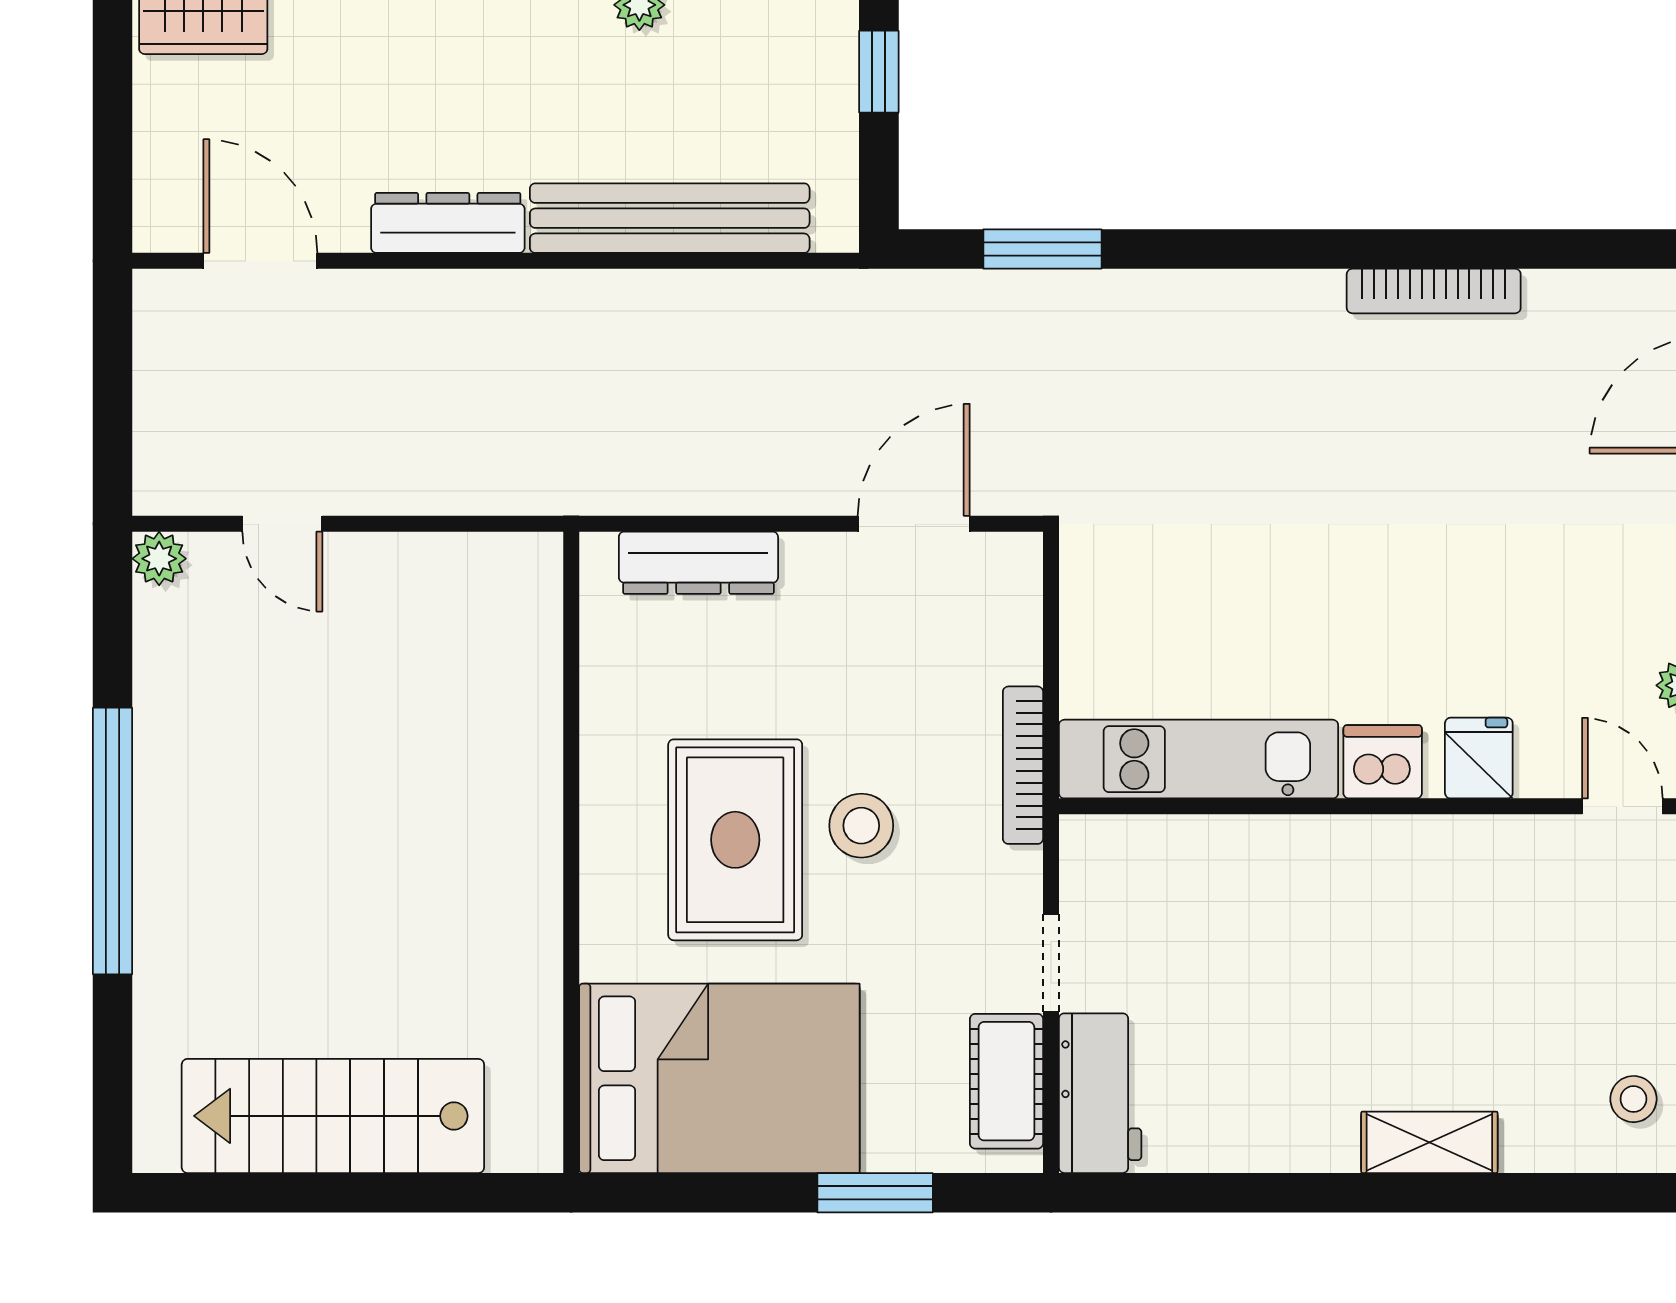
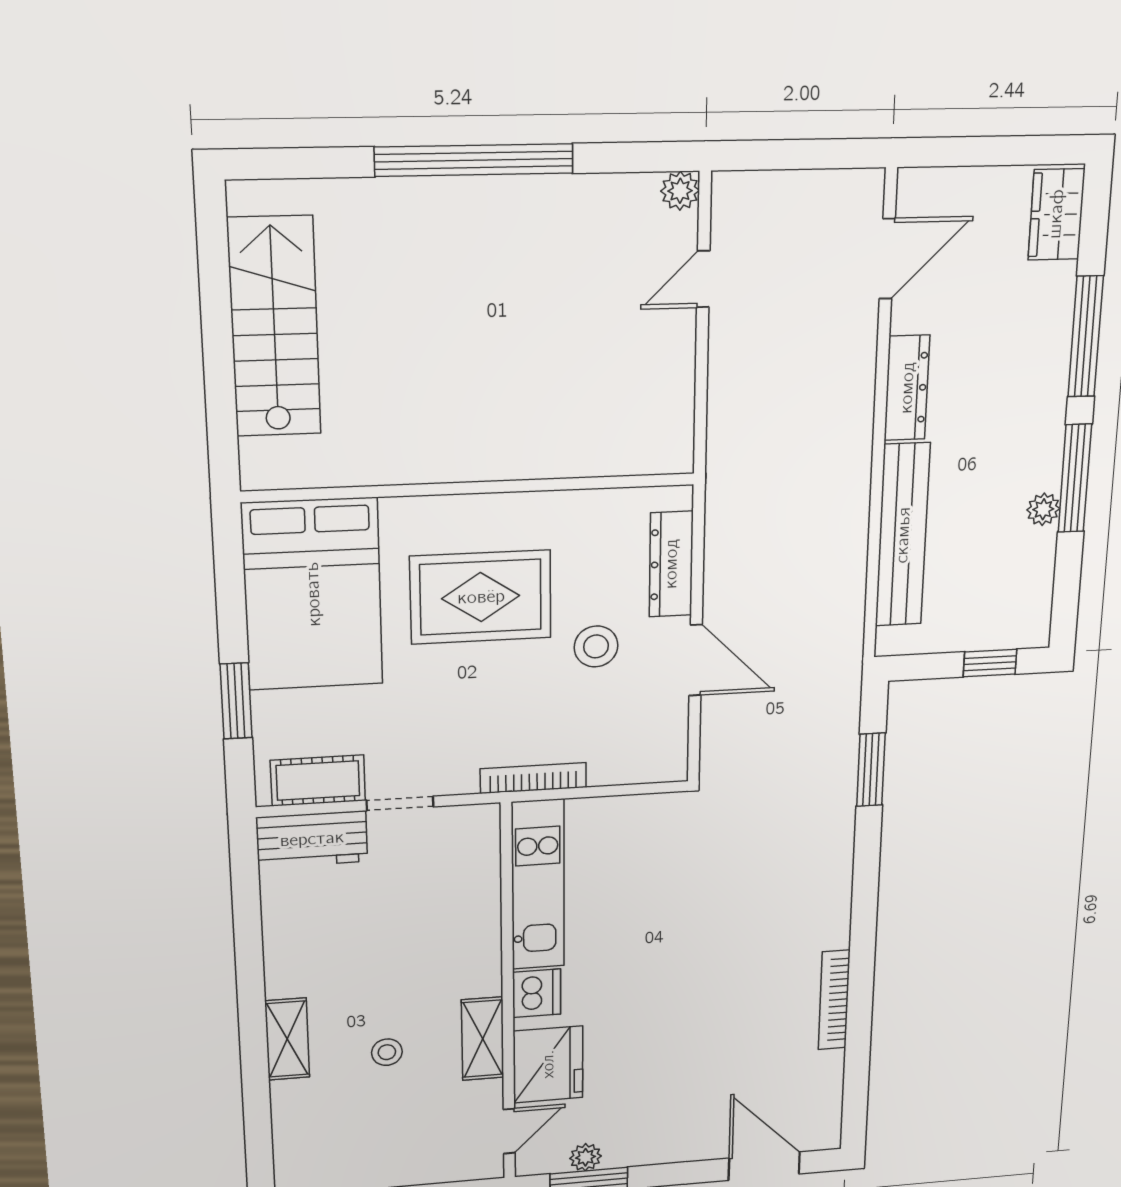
door: (914, 524) -> (696, 660), moved
fridge: (1479, 758) -> (548, 1064), width x1.88, depth x1.34
stool: (861, 826) -> (596, 646), moved
shelving: (1455, 846) -> (483, 1039), added
stool: (1633, 1099) -> (387, 1052), moved

